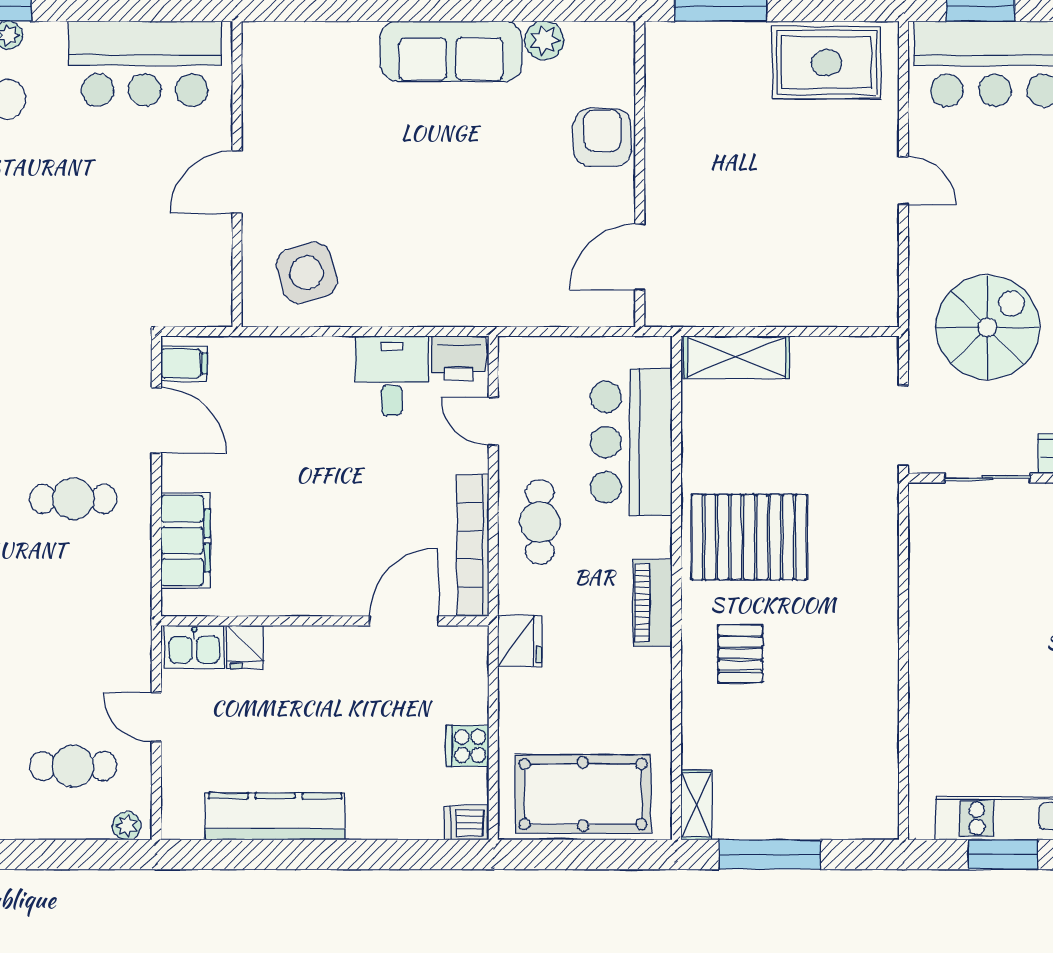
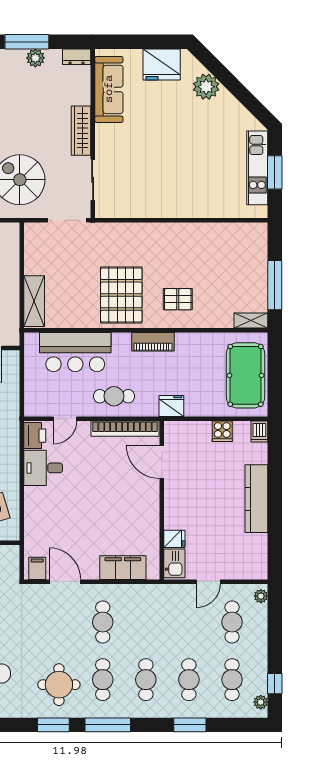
door: (156, 421) -> (65, 582), hinge flipped
kitchen counter: (275, 816) -> (256, 499), moved

